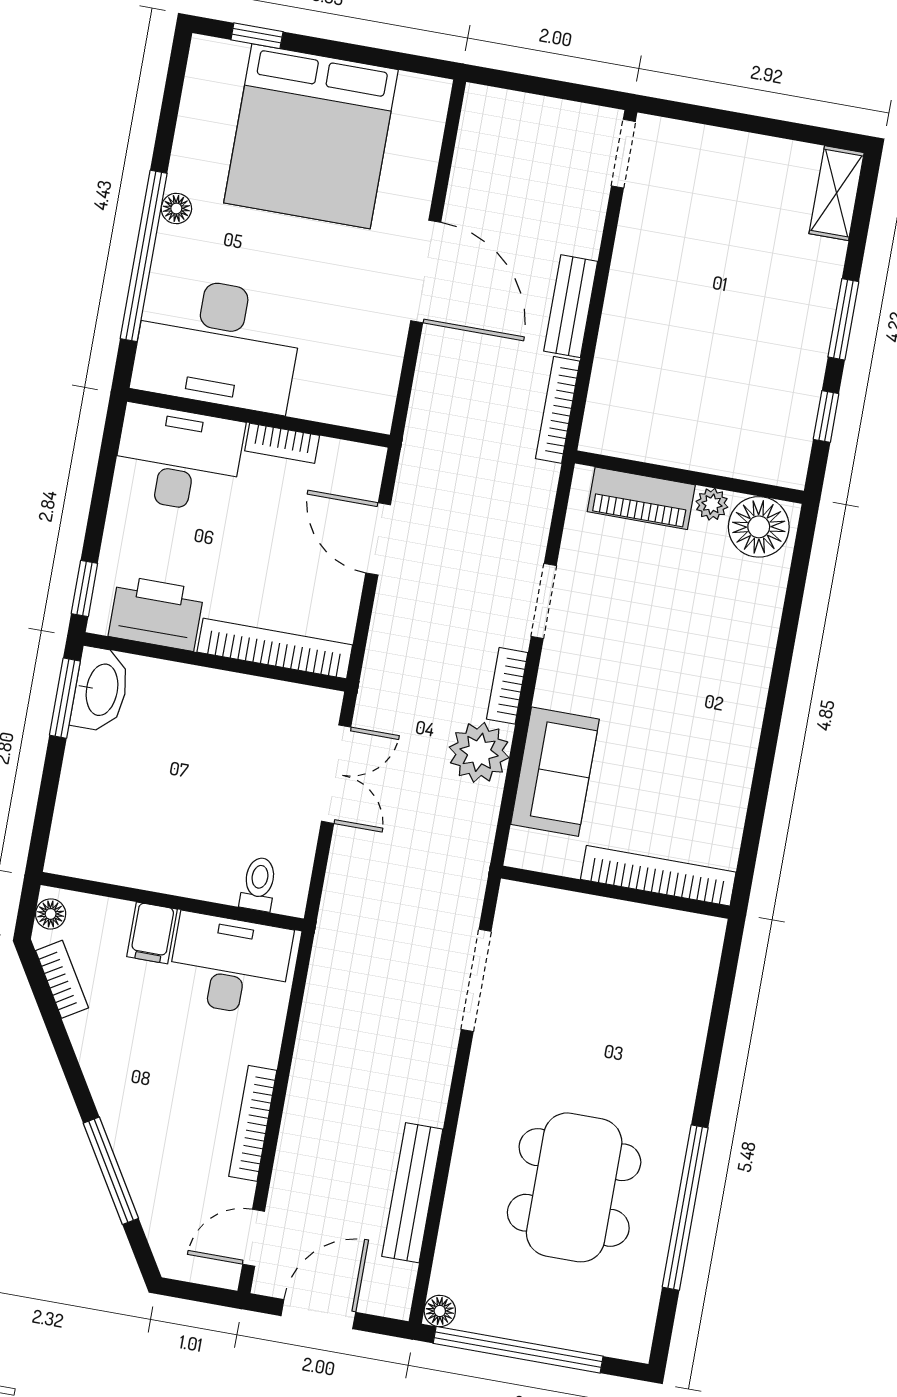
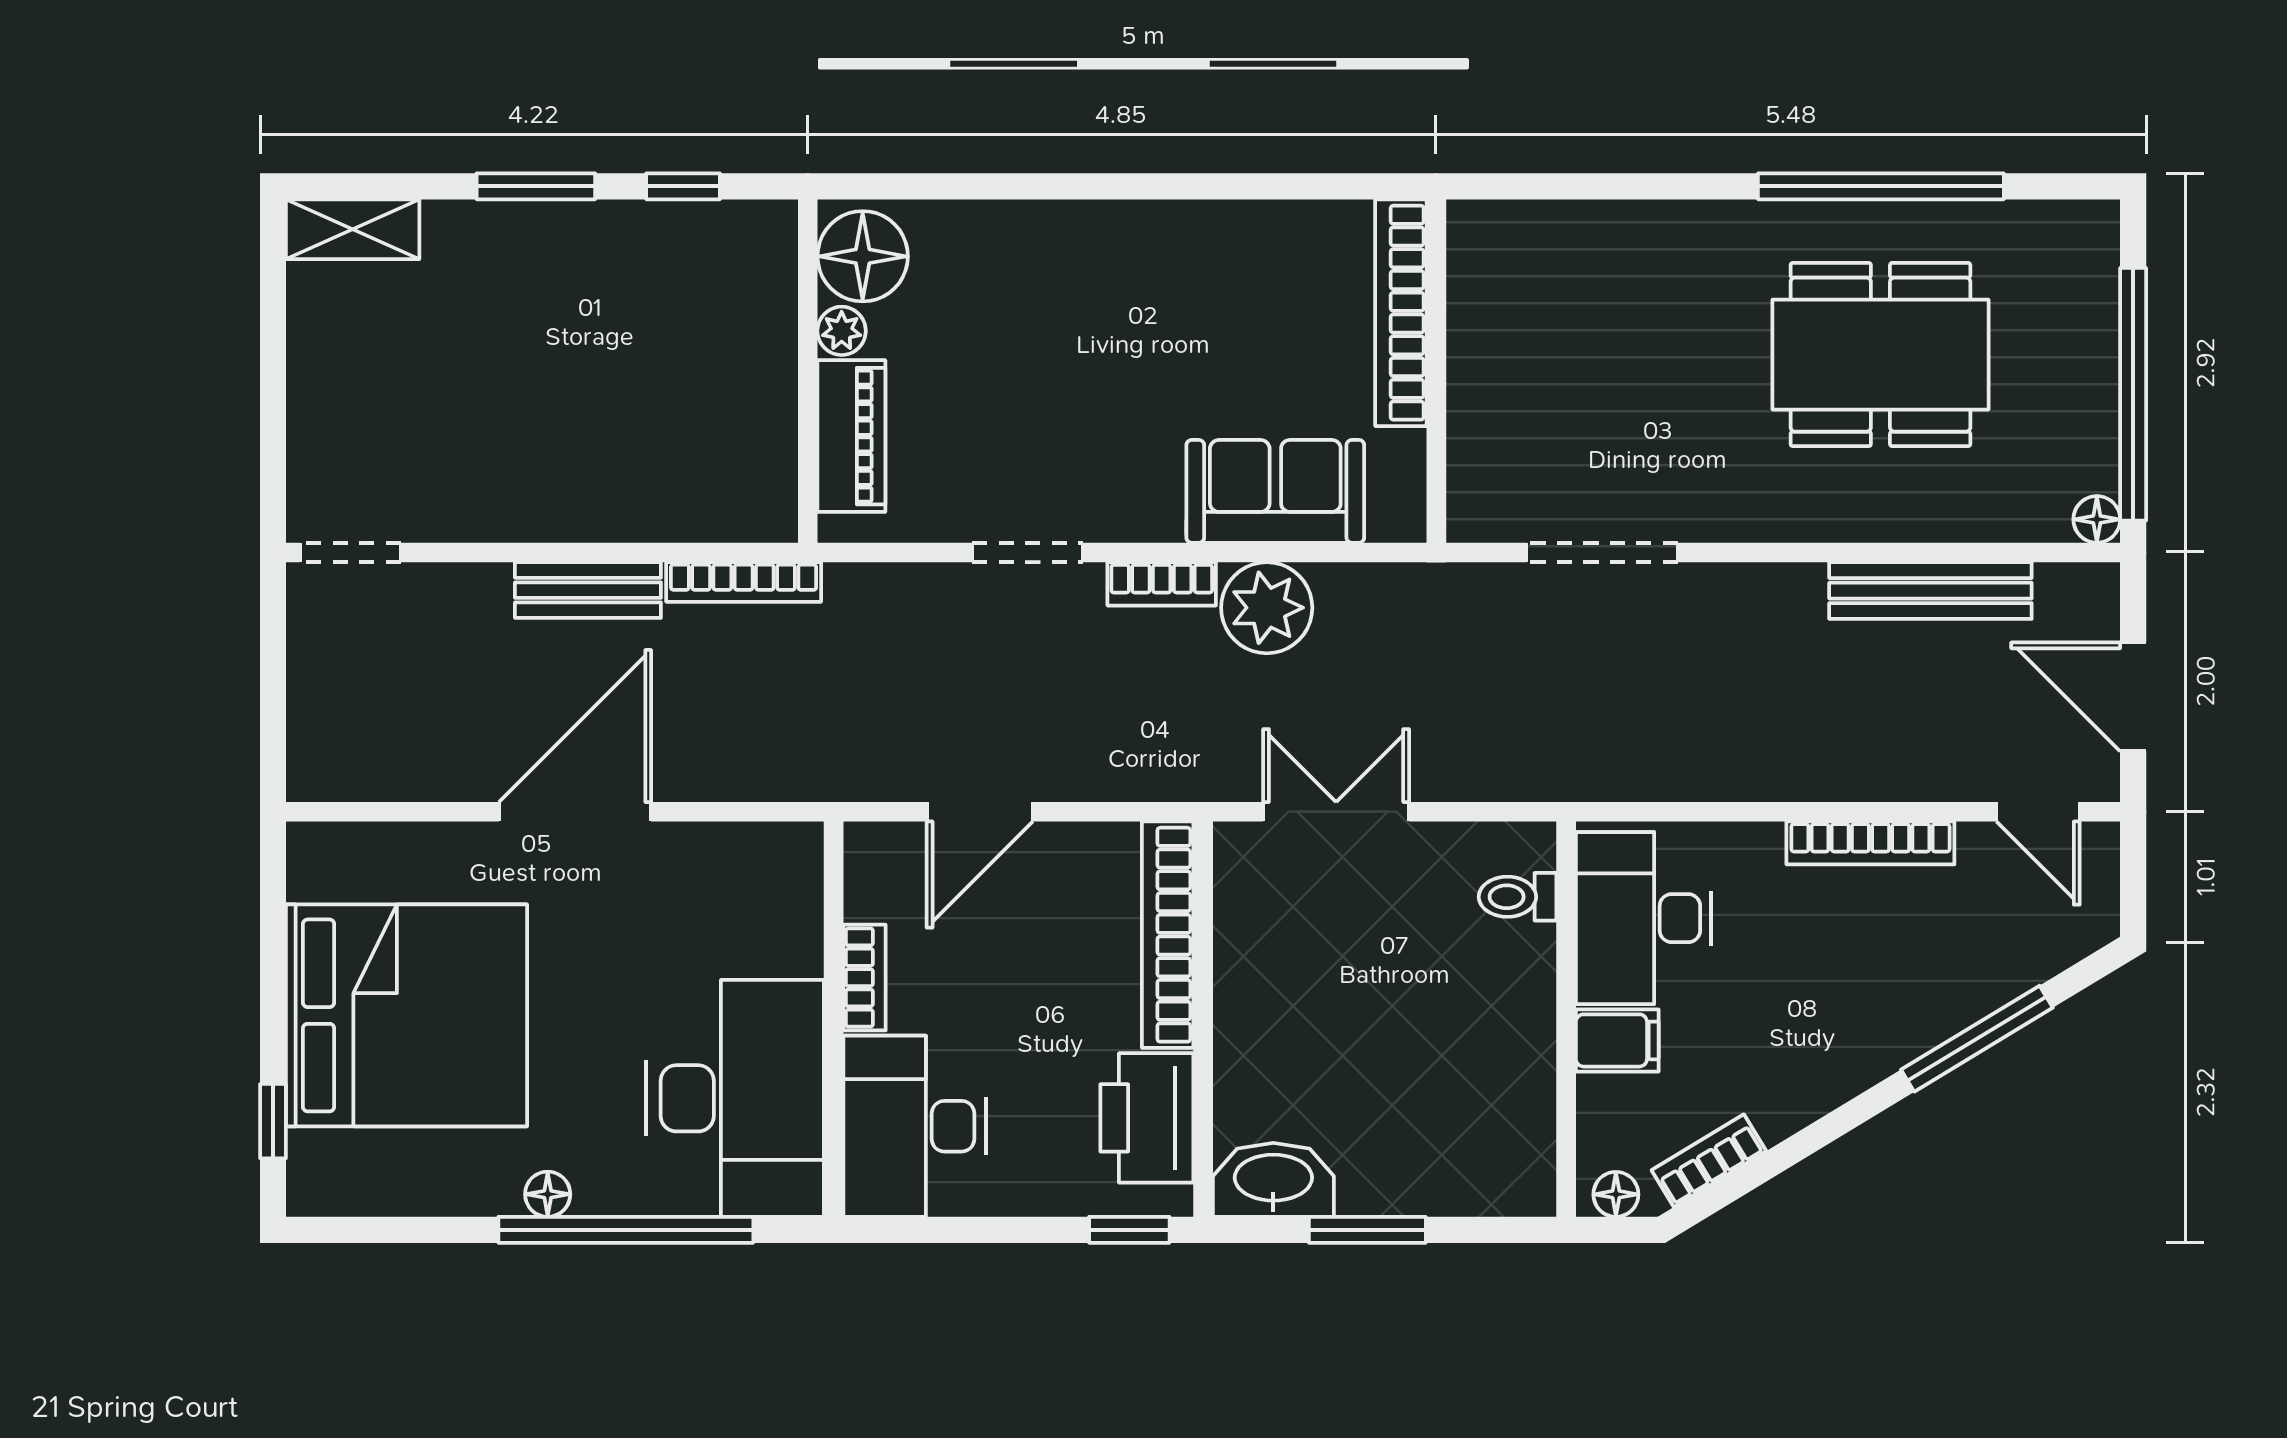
window: (65, 698) -> (1367, 1230), moved

